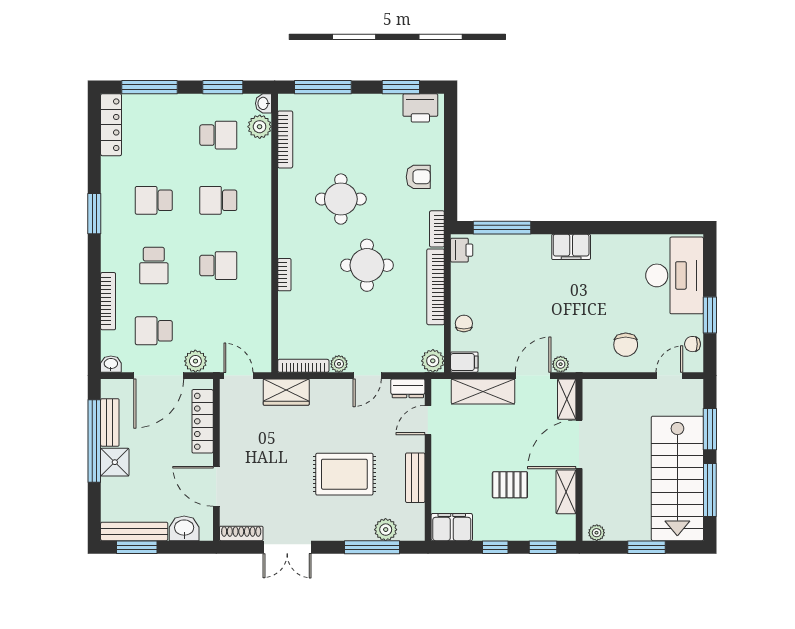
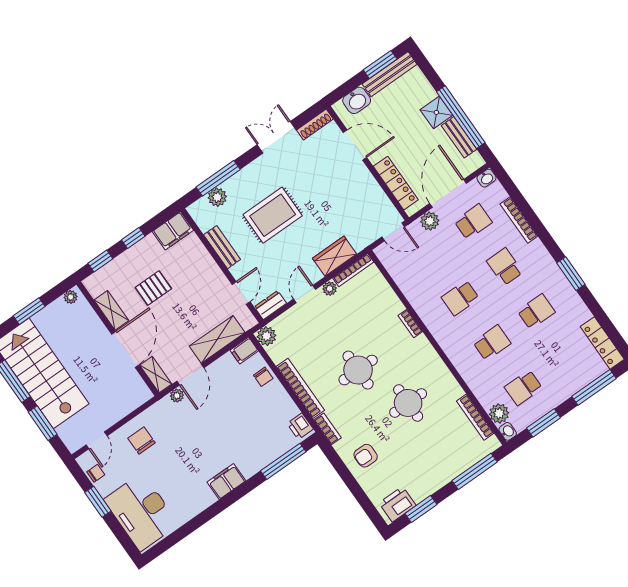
wardrobe: (286, 392) -> (335, 256), moved

